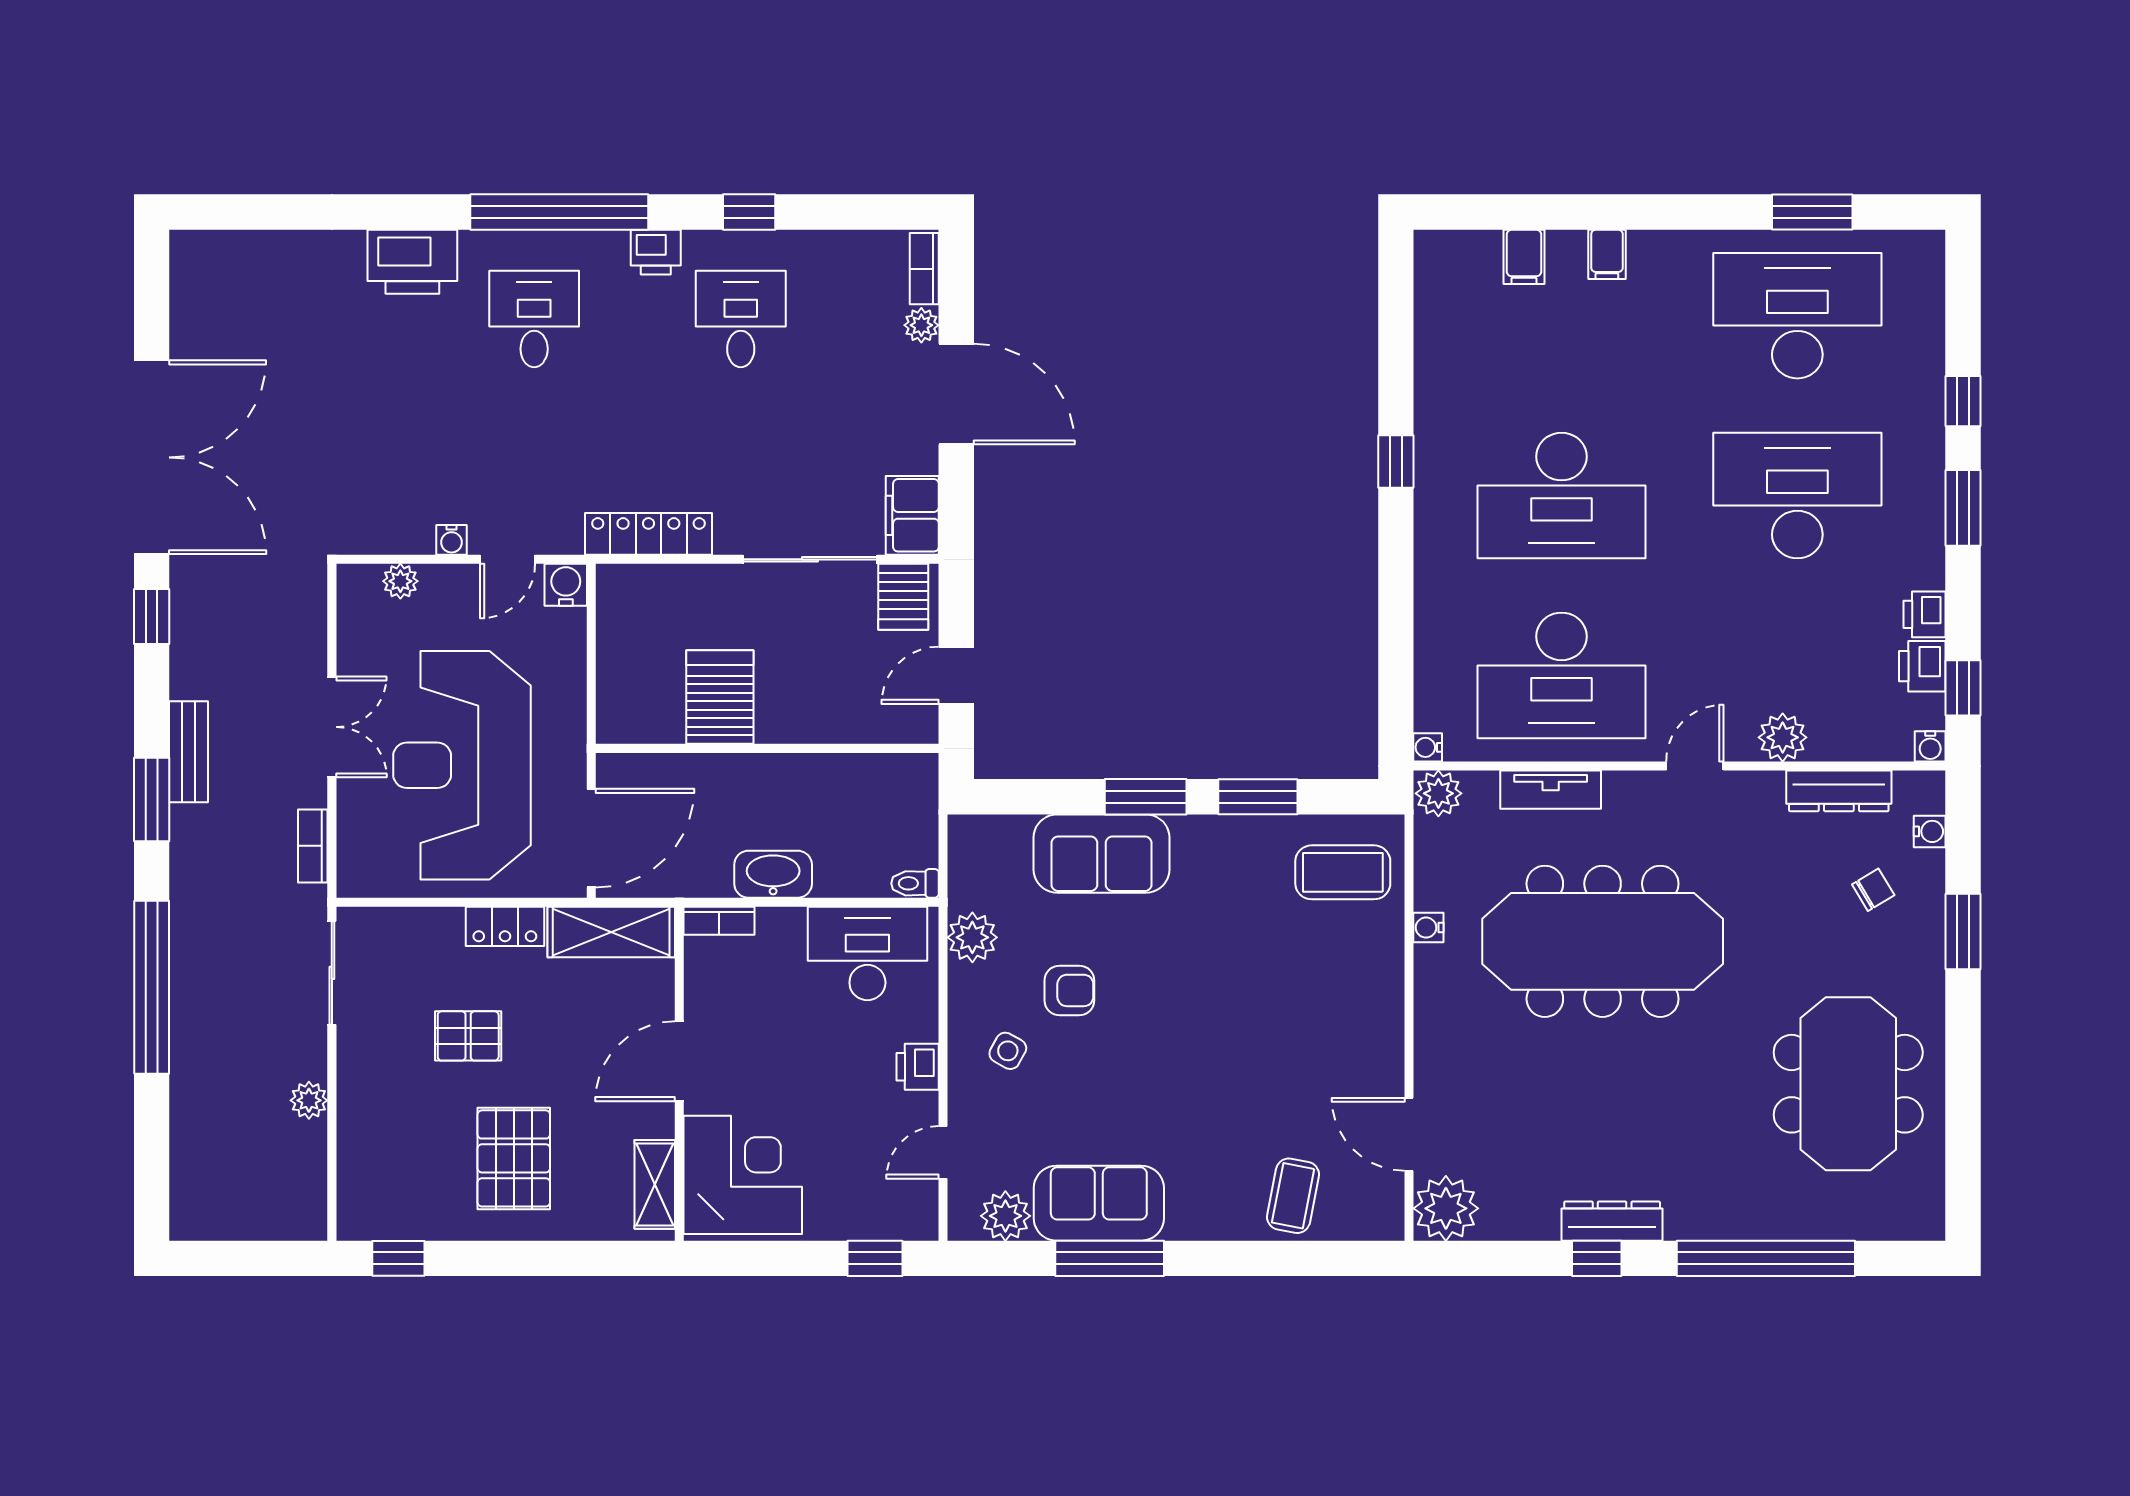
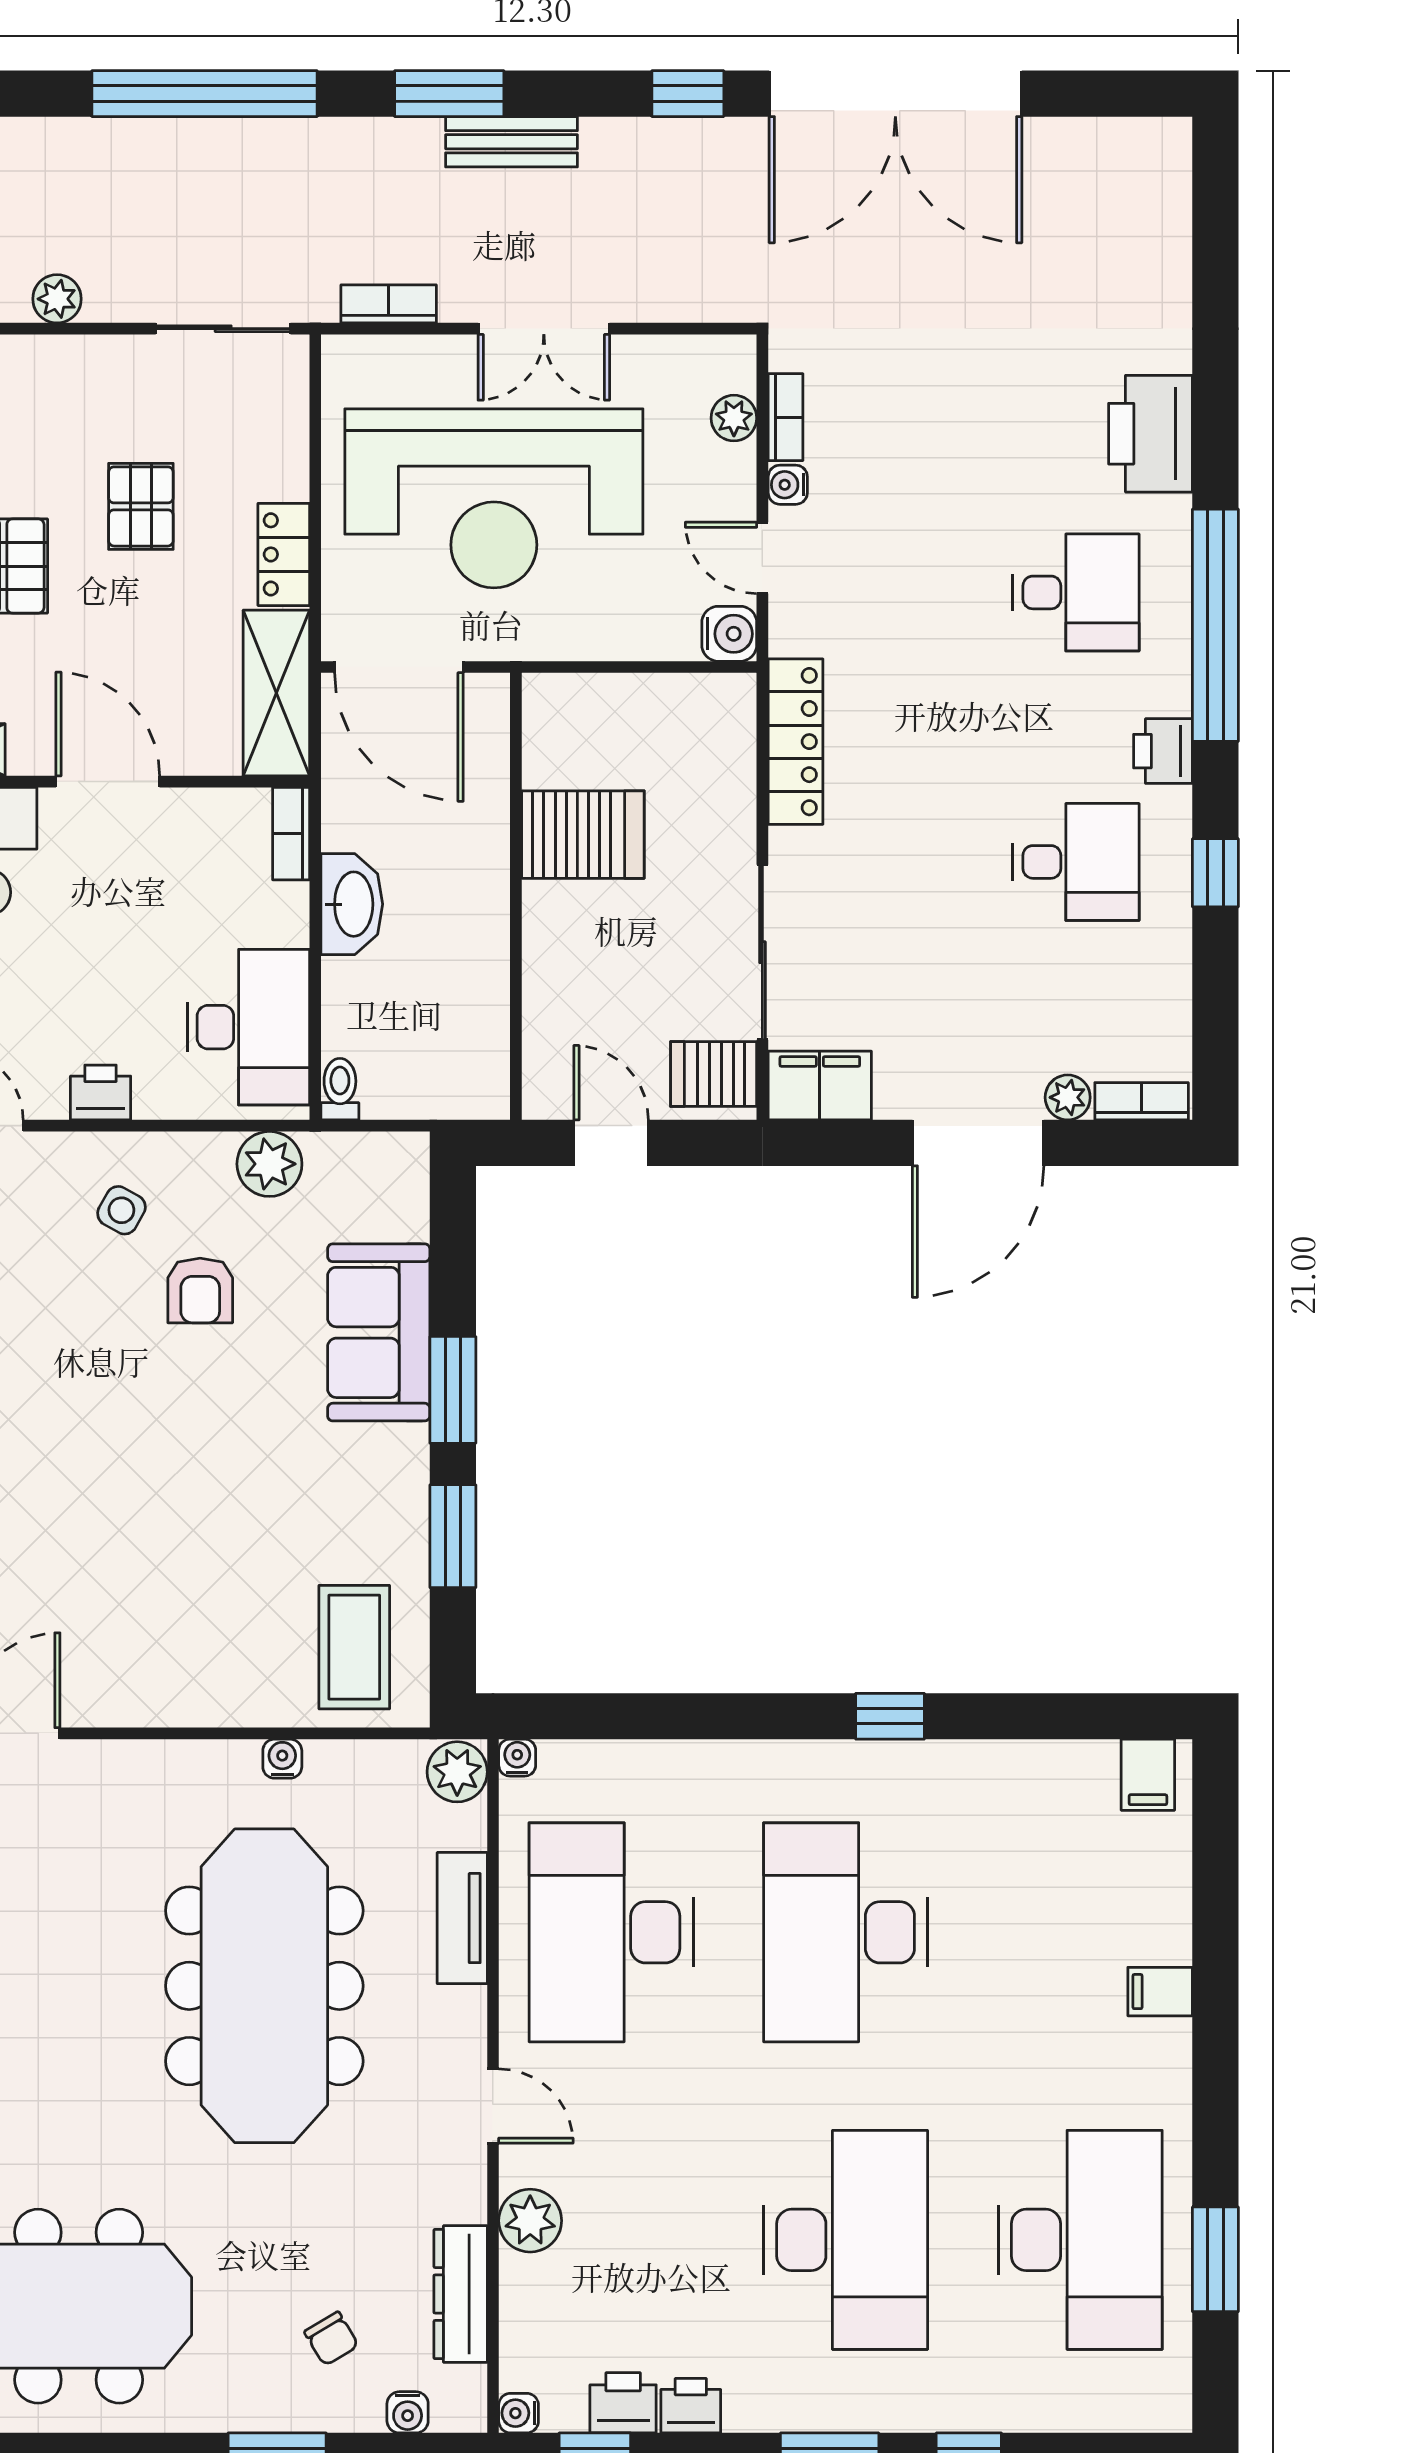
filing cabinet: (1524, 257) -> (1148, 1775), moved, turned -90
bookcase: (400, 542) -> (786, 417), added
reception desk: (462, 765) -> (494, 498), turned 180

